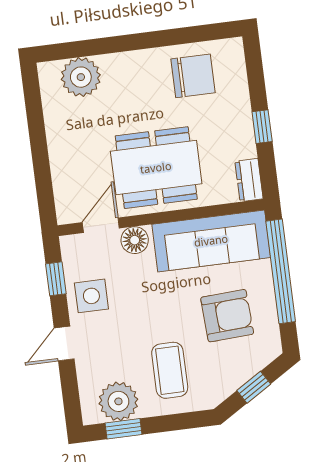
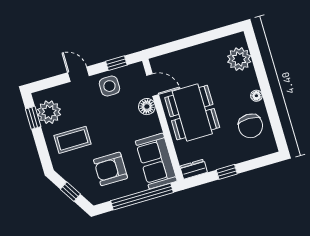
floor lamp: (145, 58) -> (256, 96), added
sofa: (211, 241) -> (156, 161), width x0.73
armchair: (227, 316) -> (110, 169), turned 93

